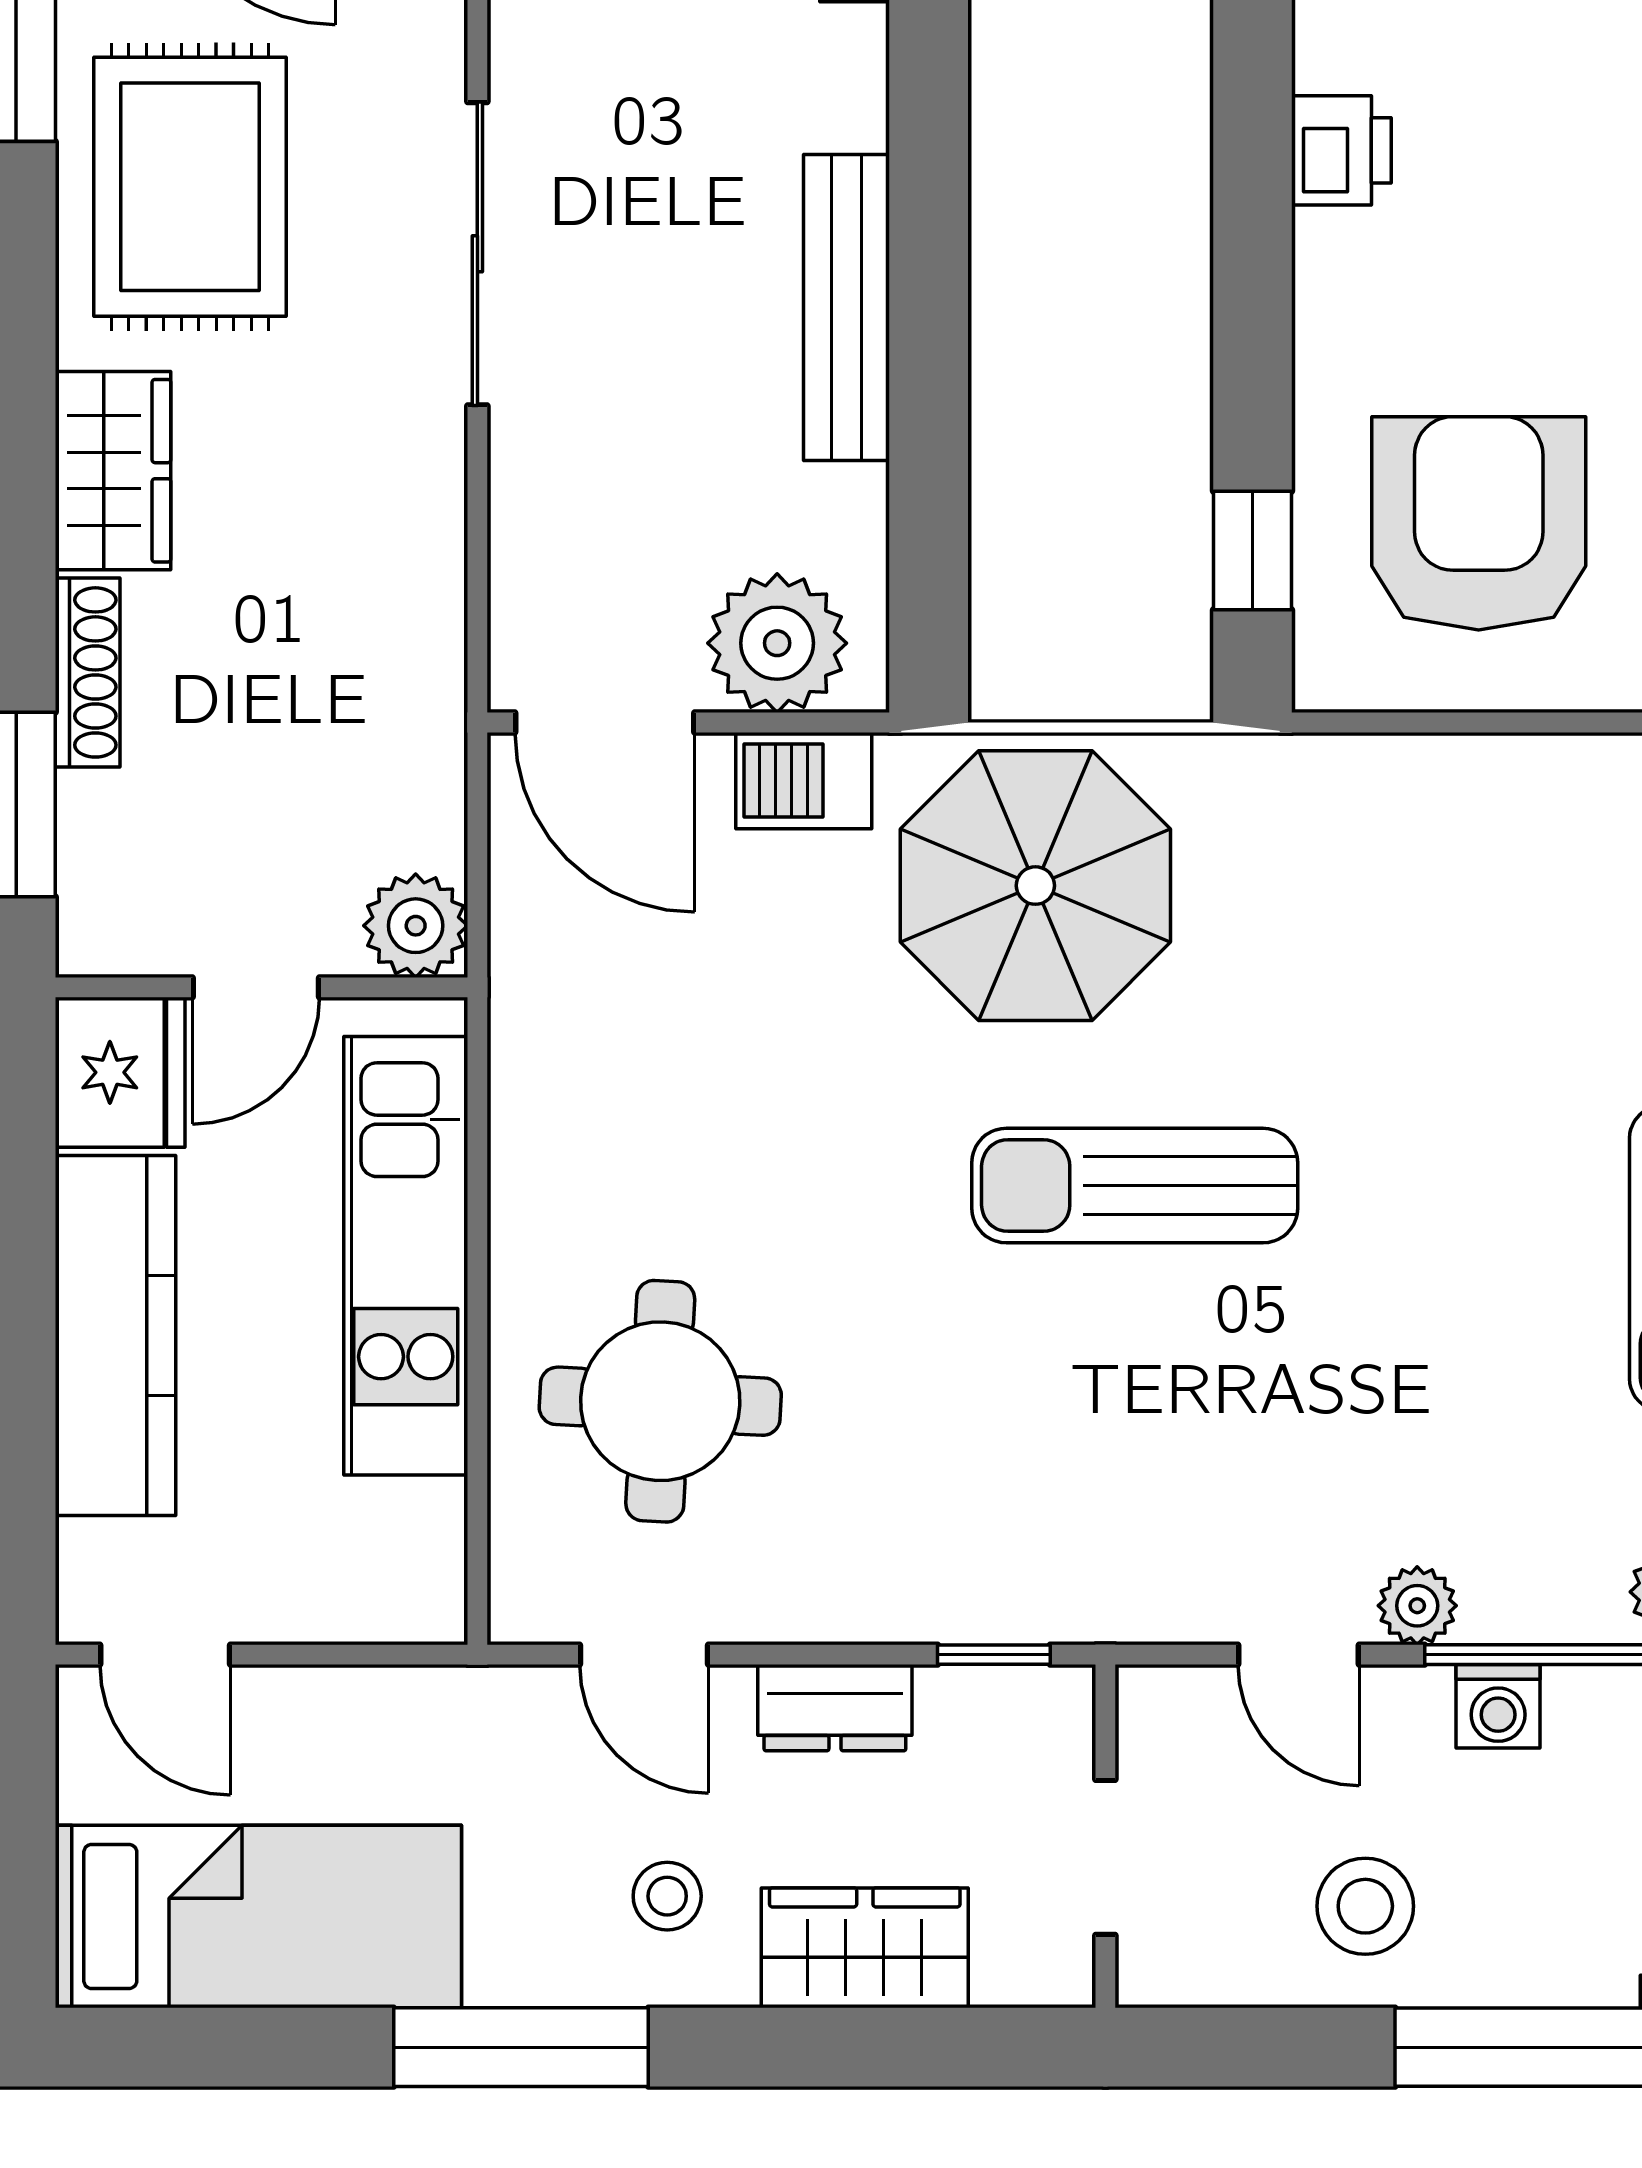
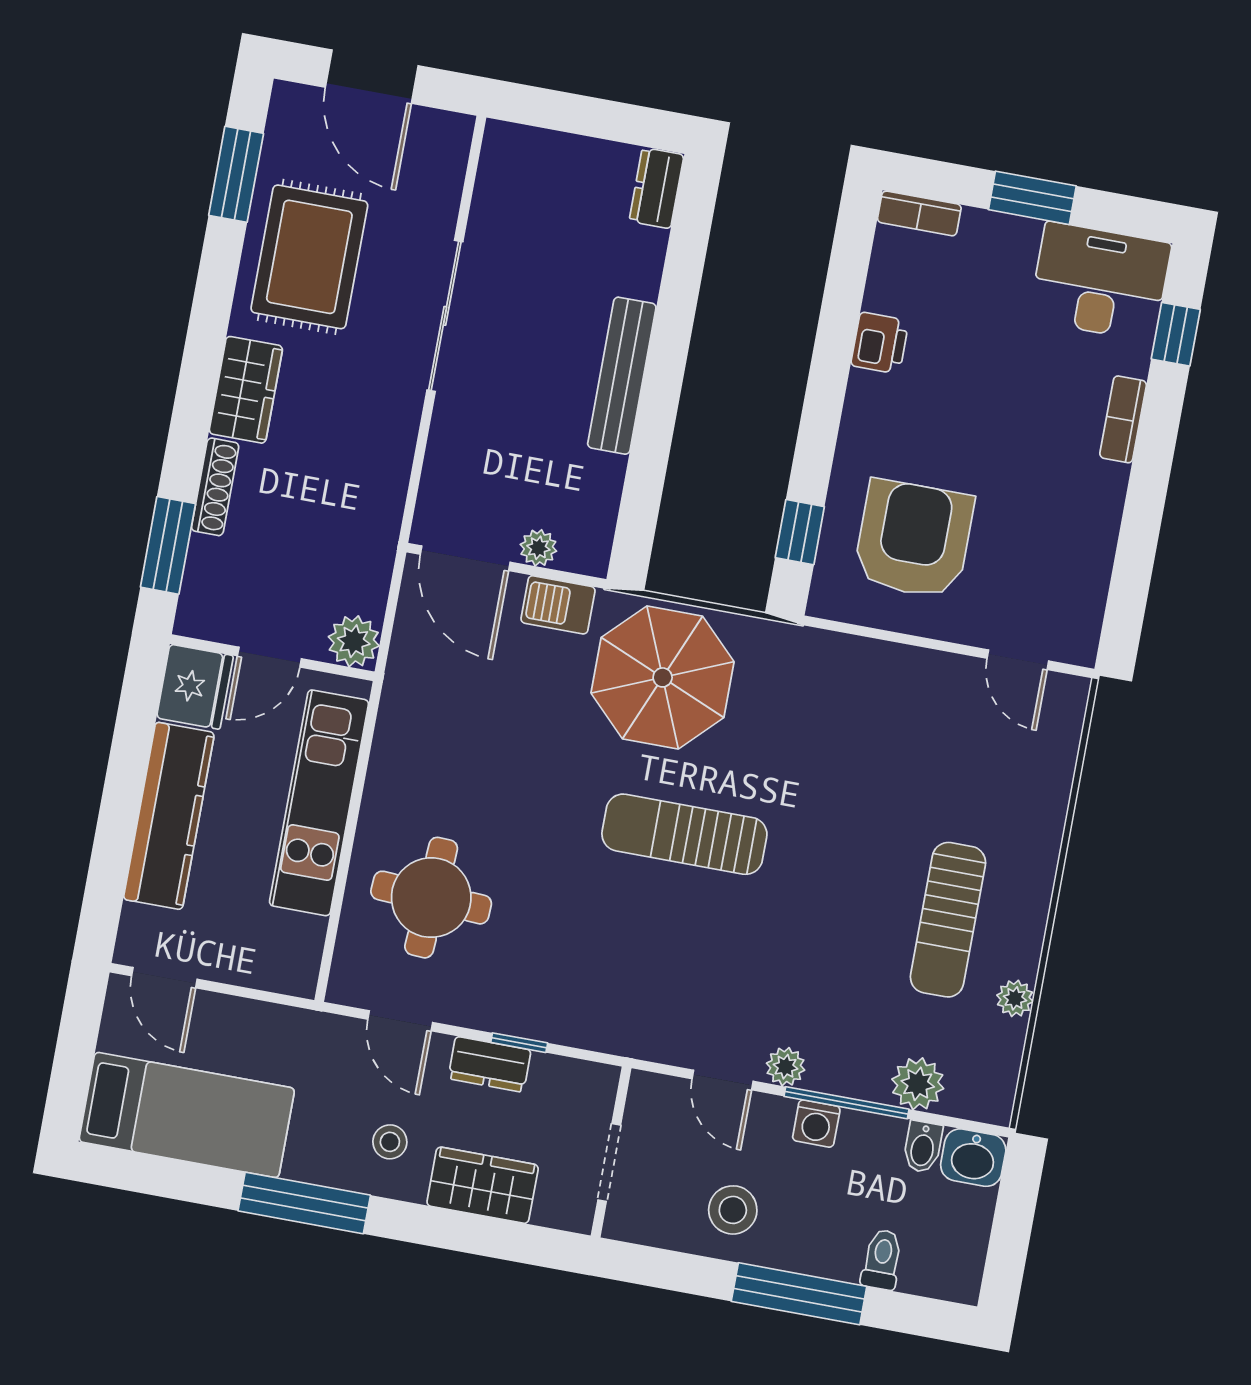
plant: (777, 643) -> (538, 548), width x0.53, depth x0.53
window: (994, 1655) -> (519, 1043), moved

